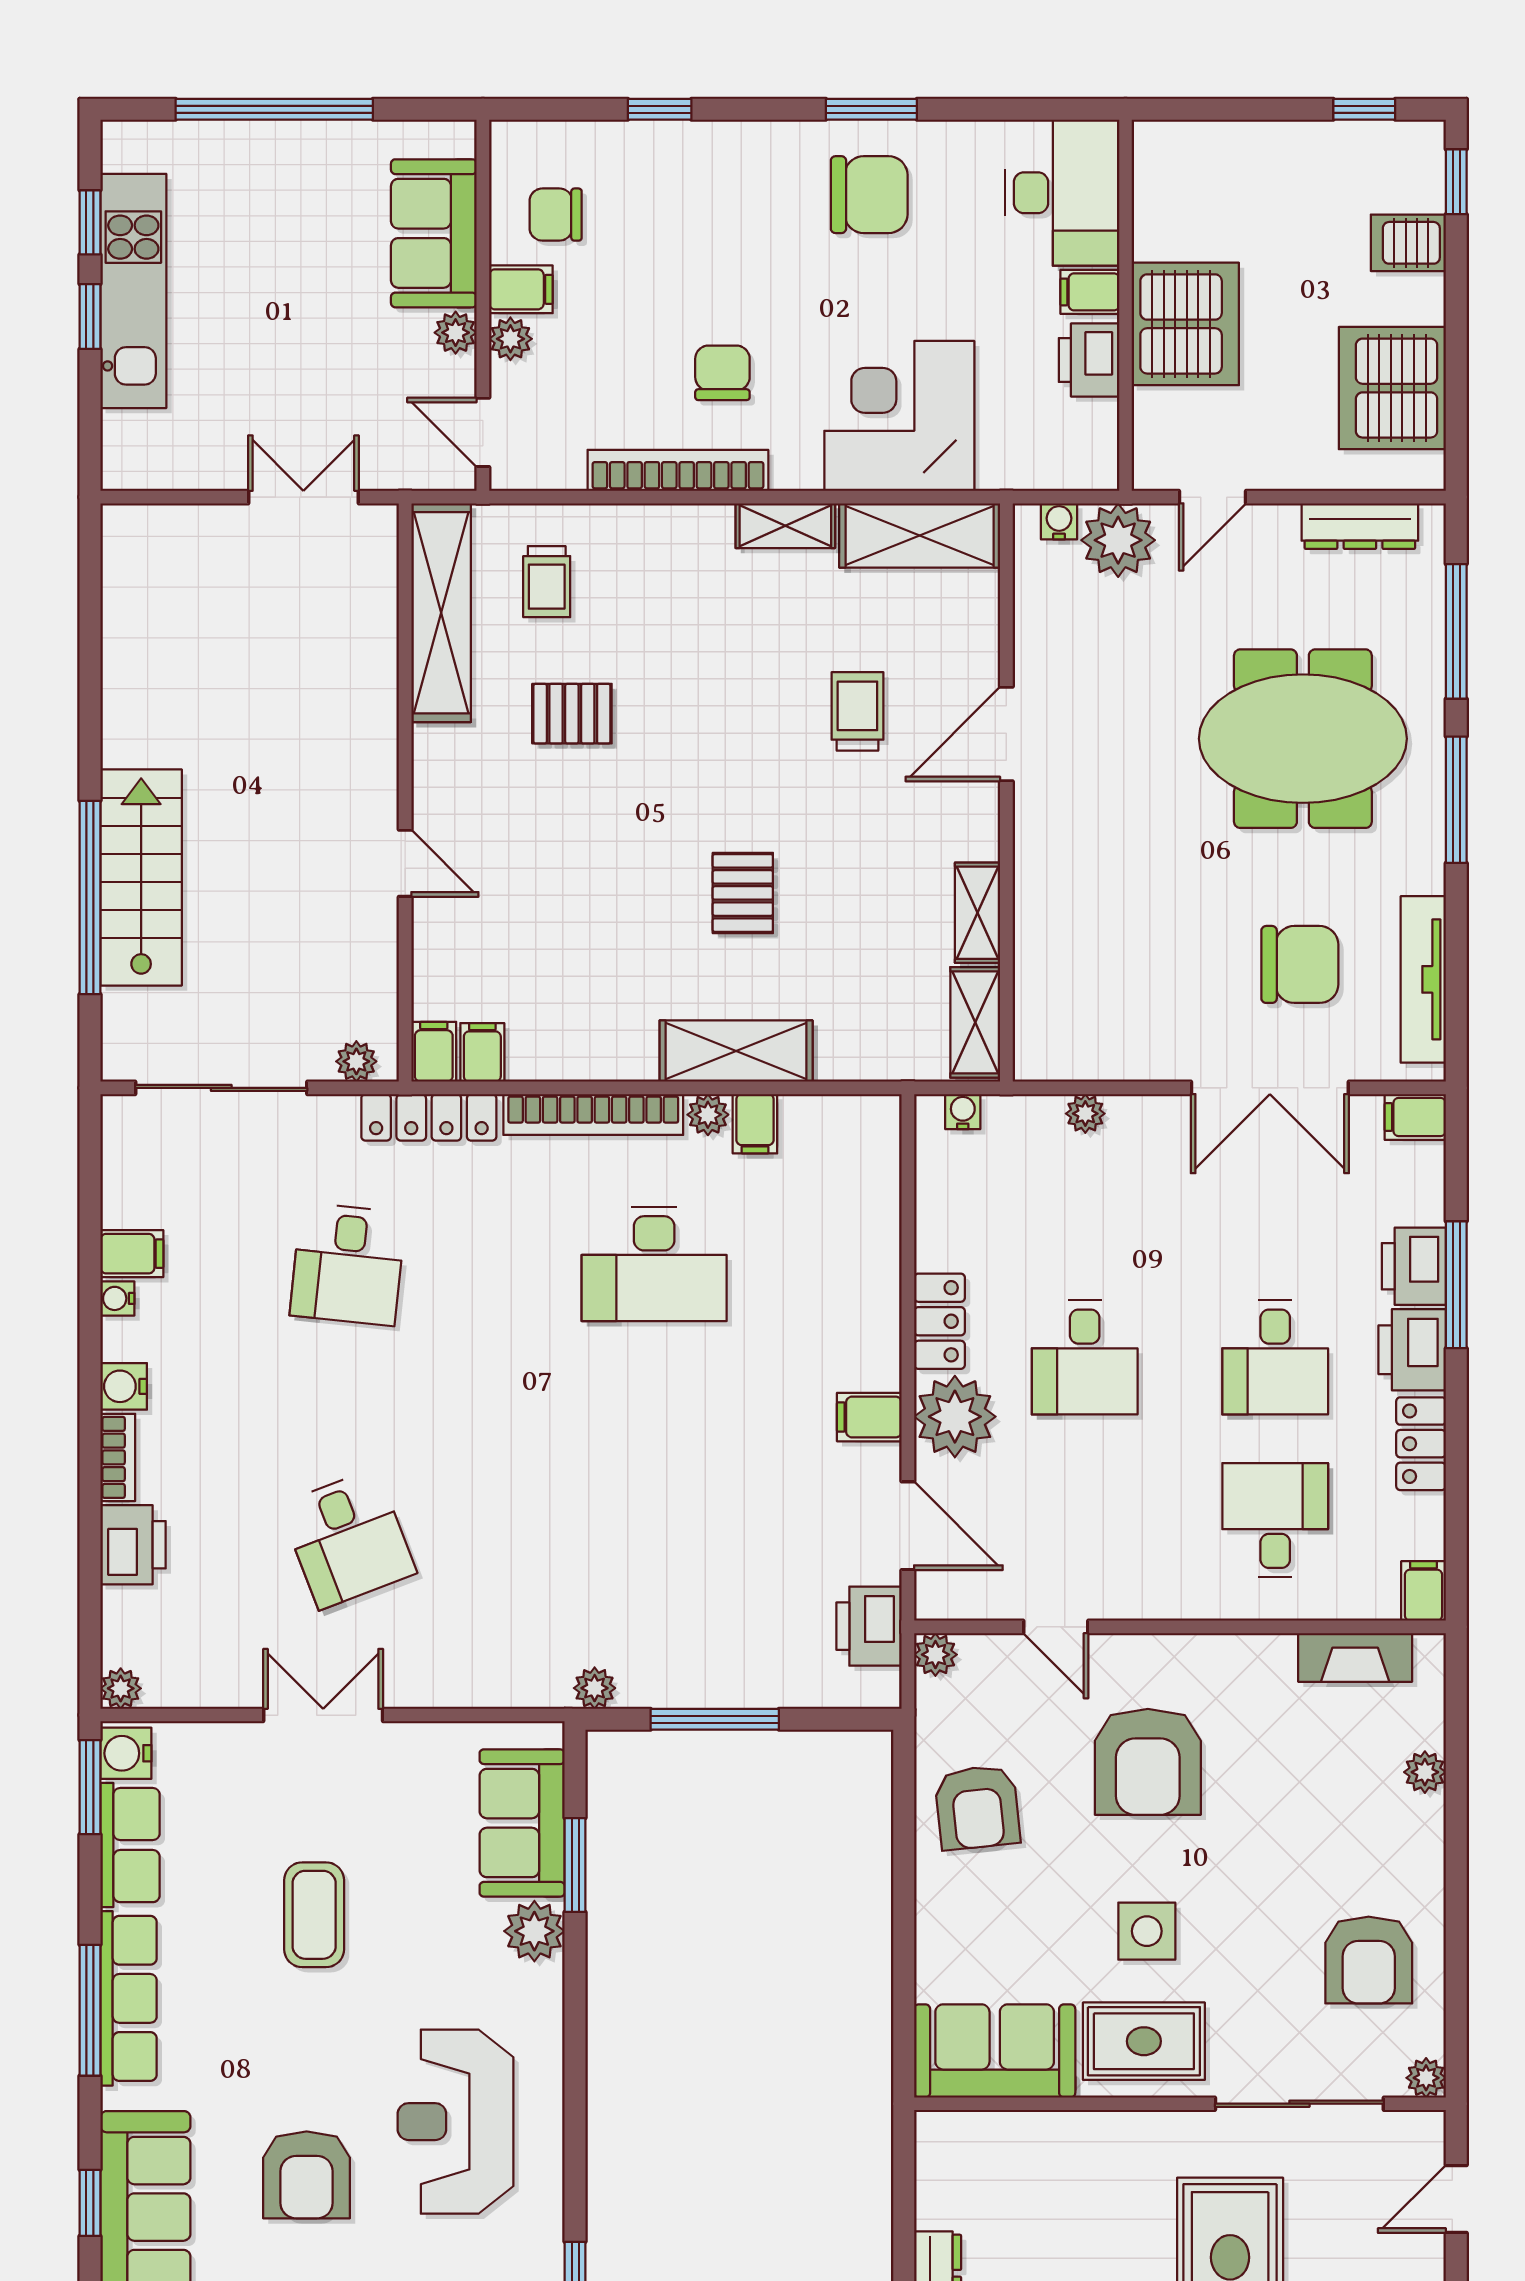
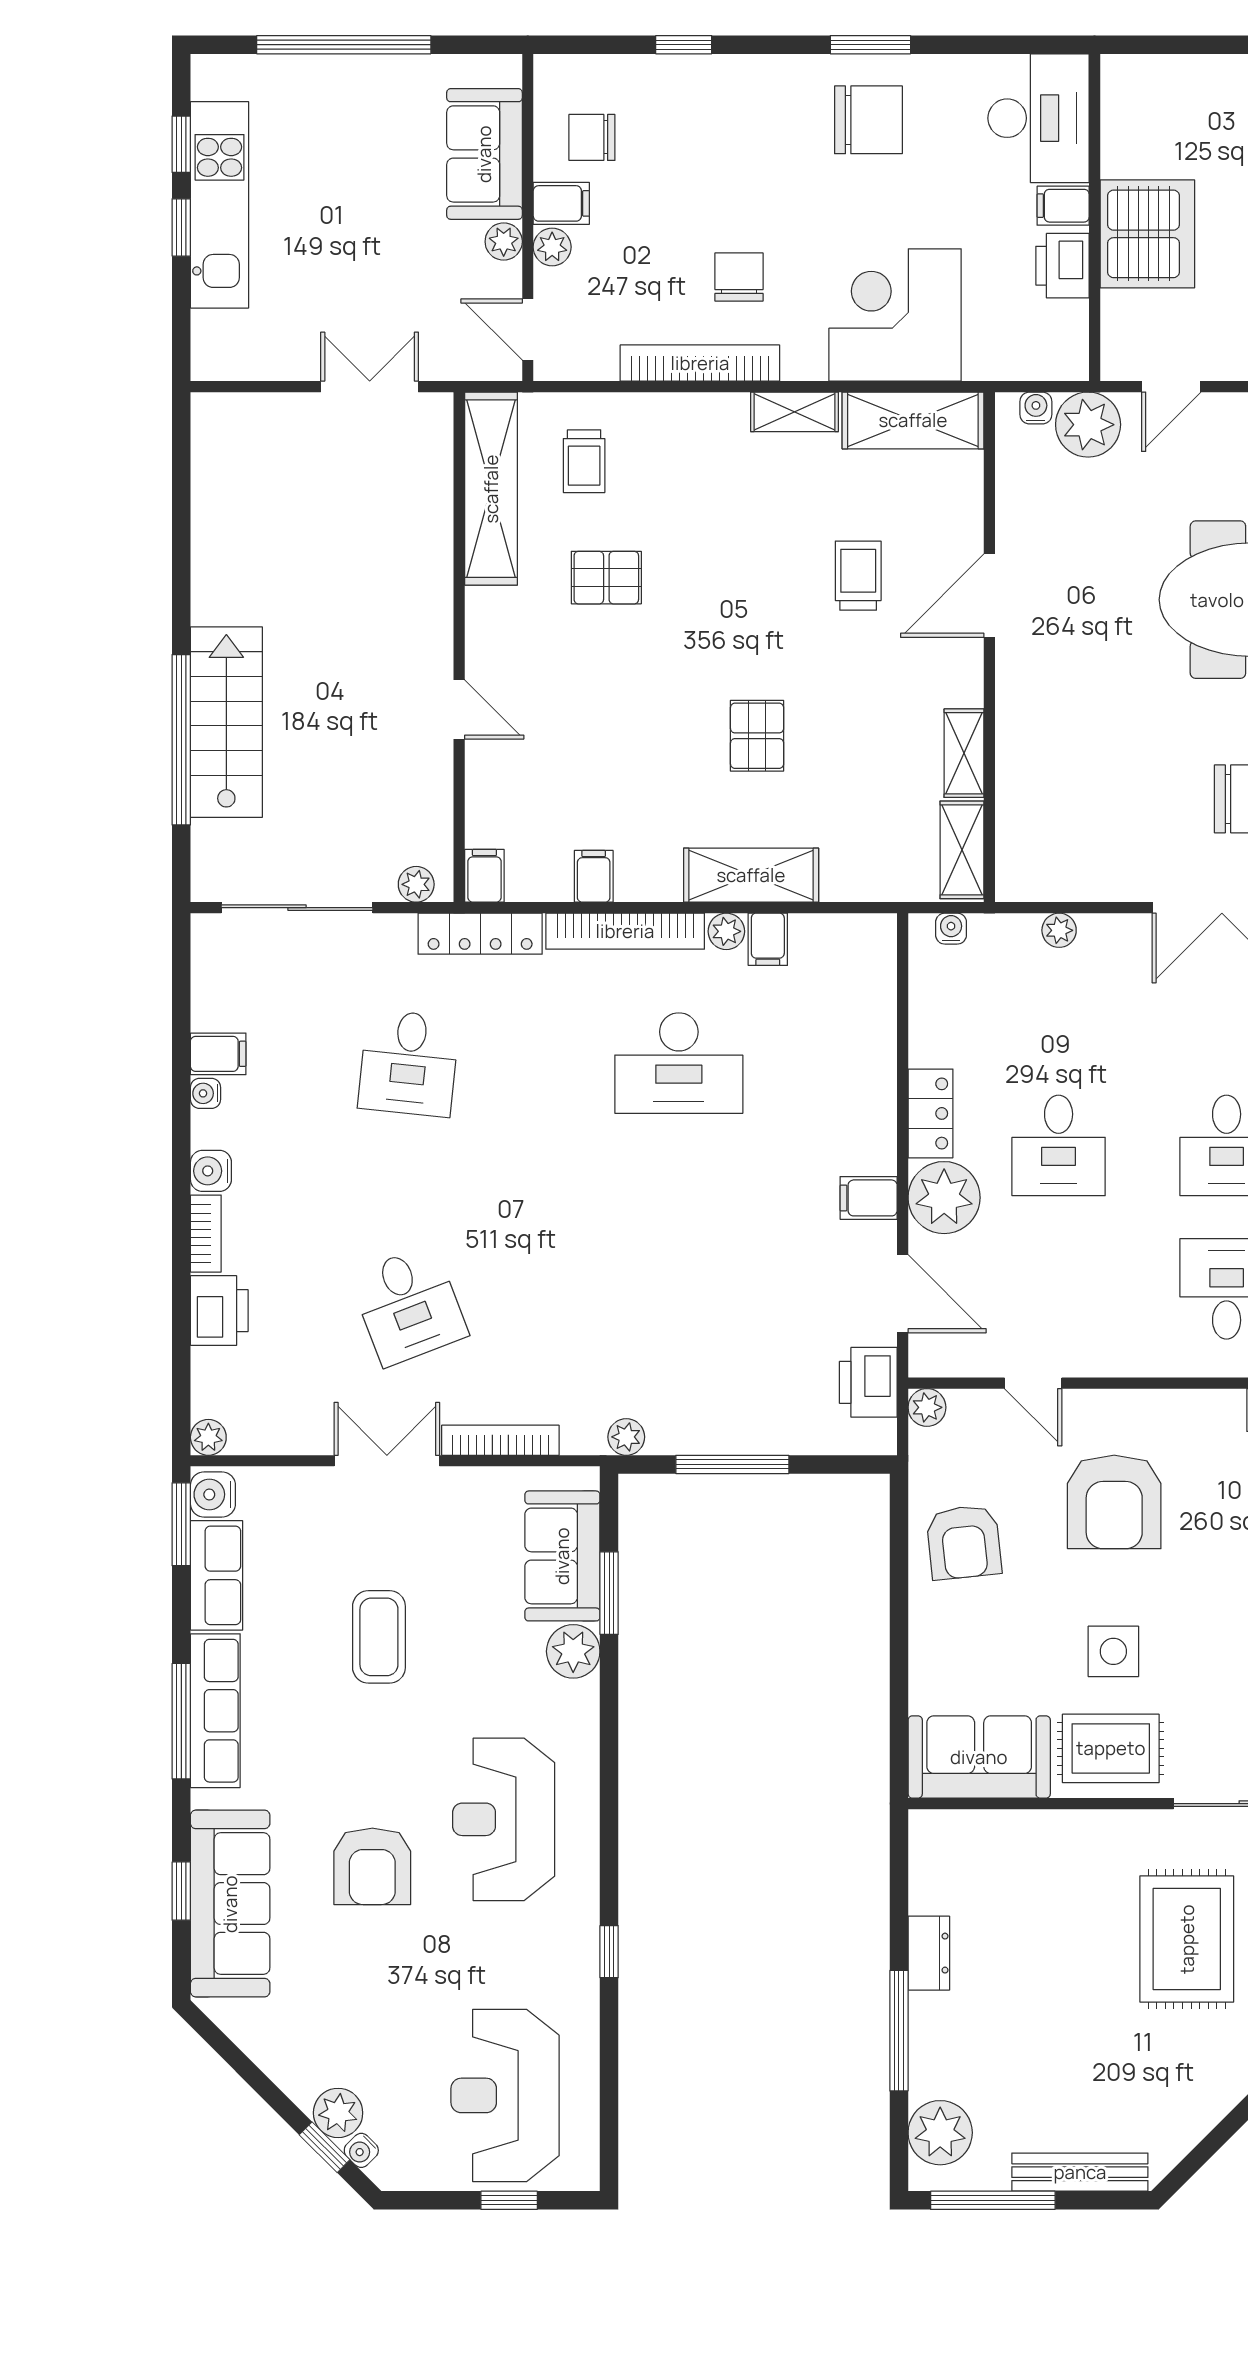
filing cabinet: (482, 1052) -> (594, 876), moved
bookcase: (452, 1692) -> (500, 1440), added

